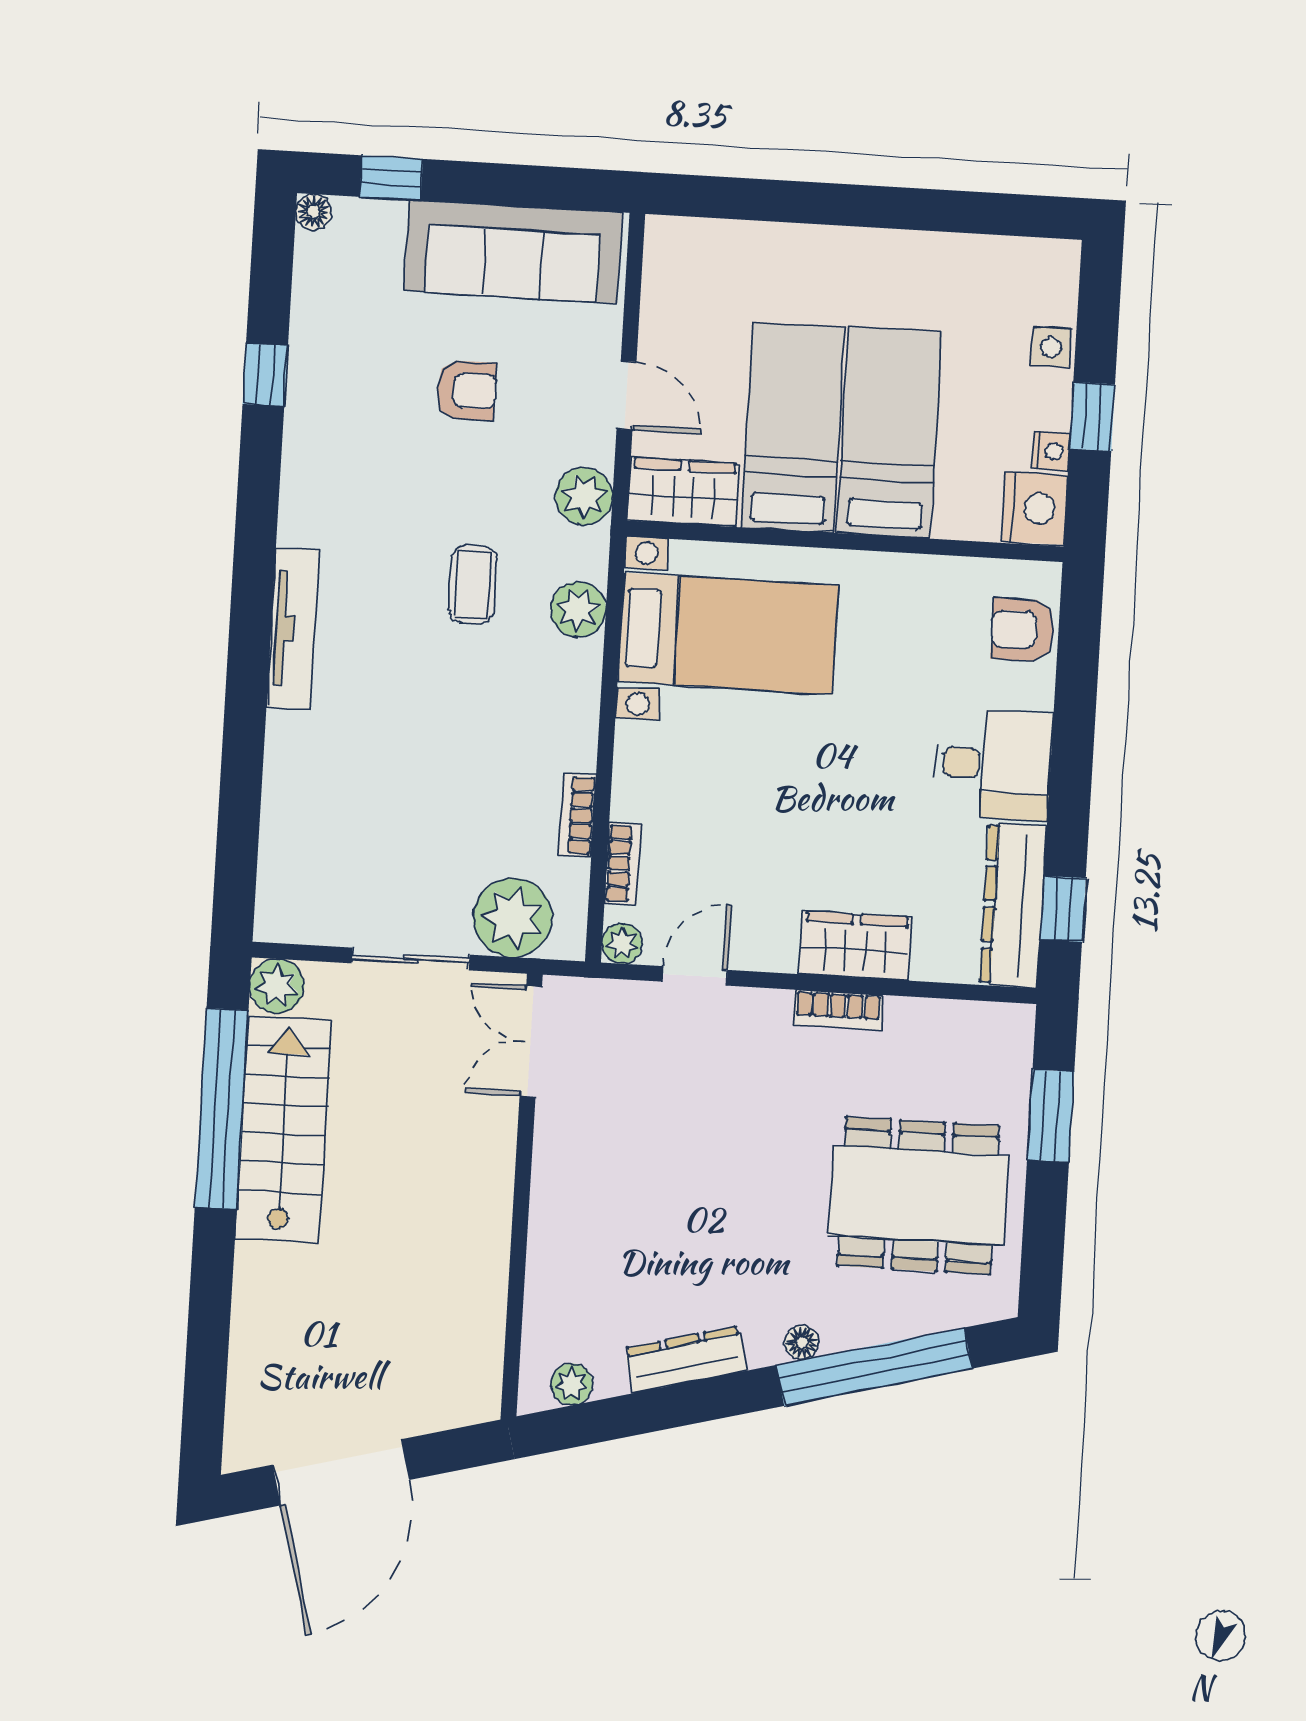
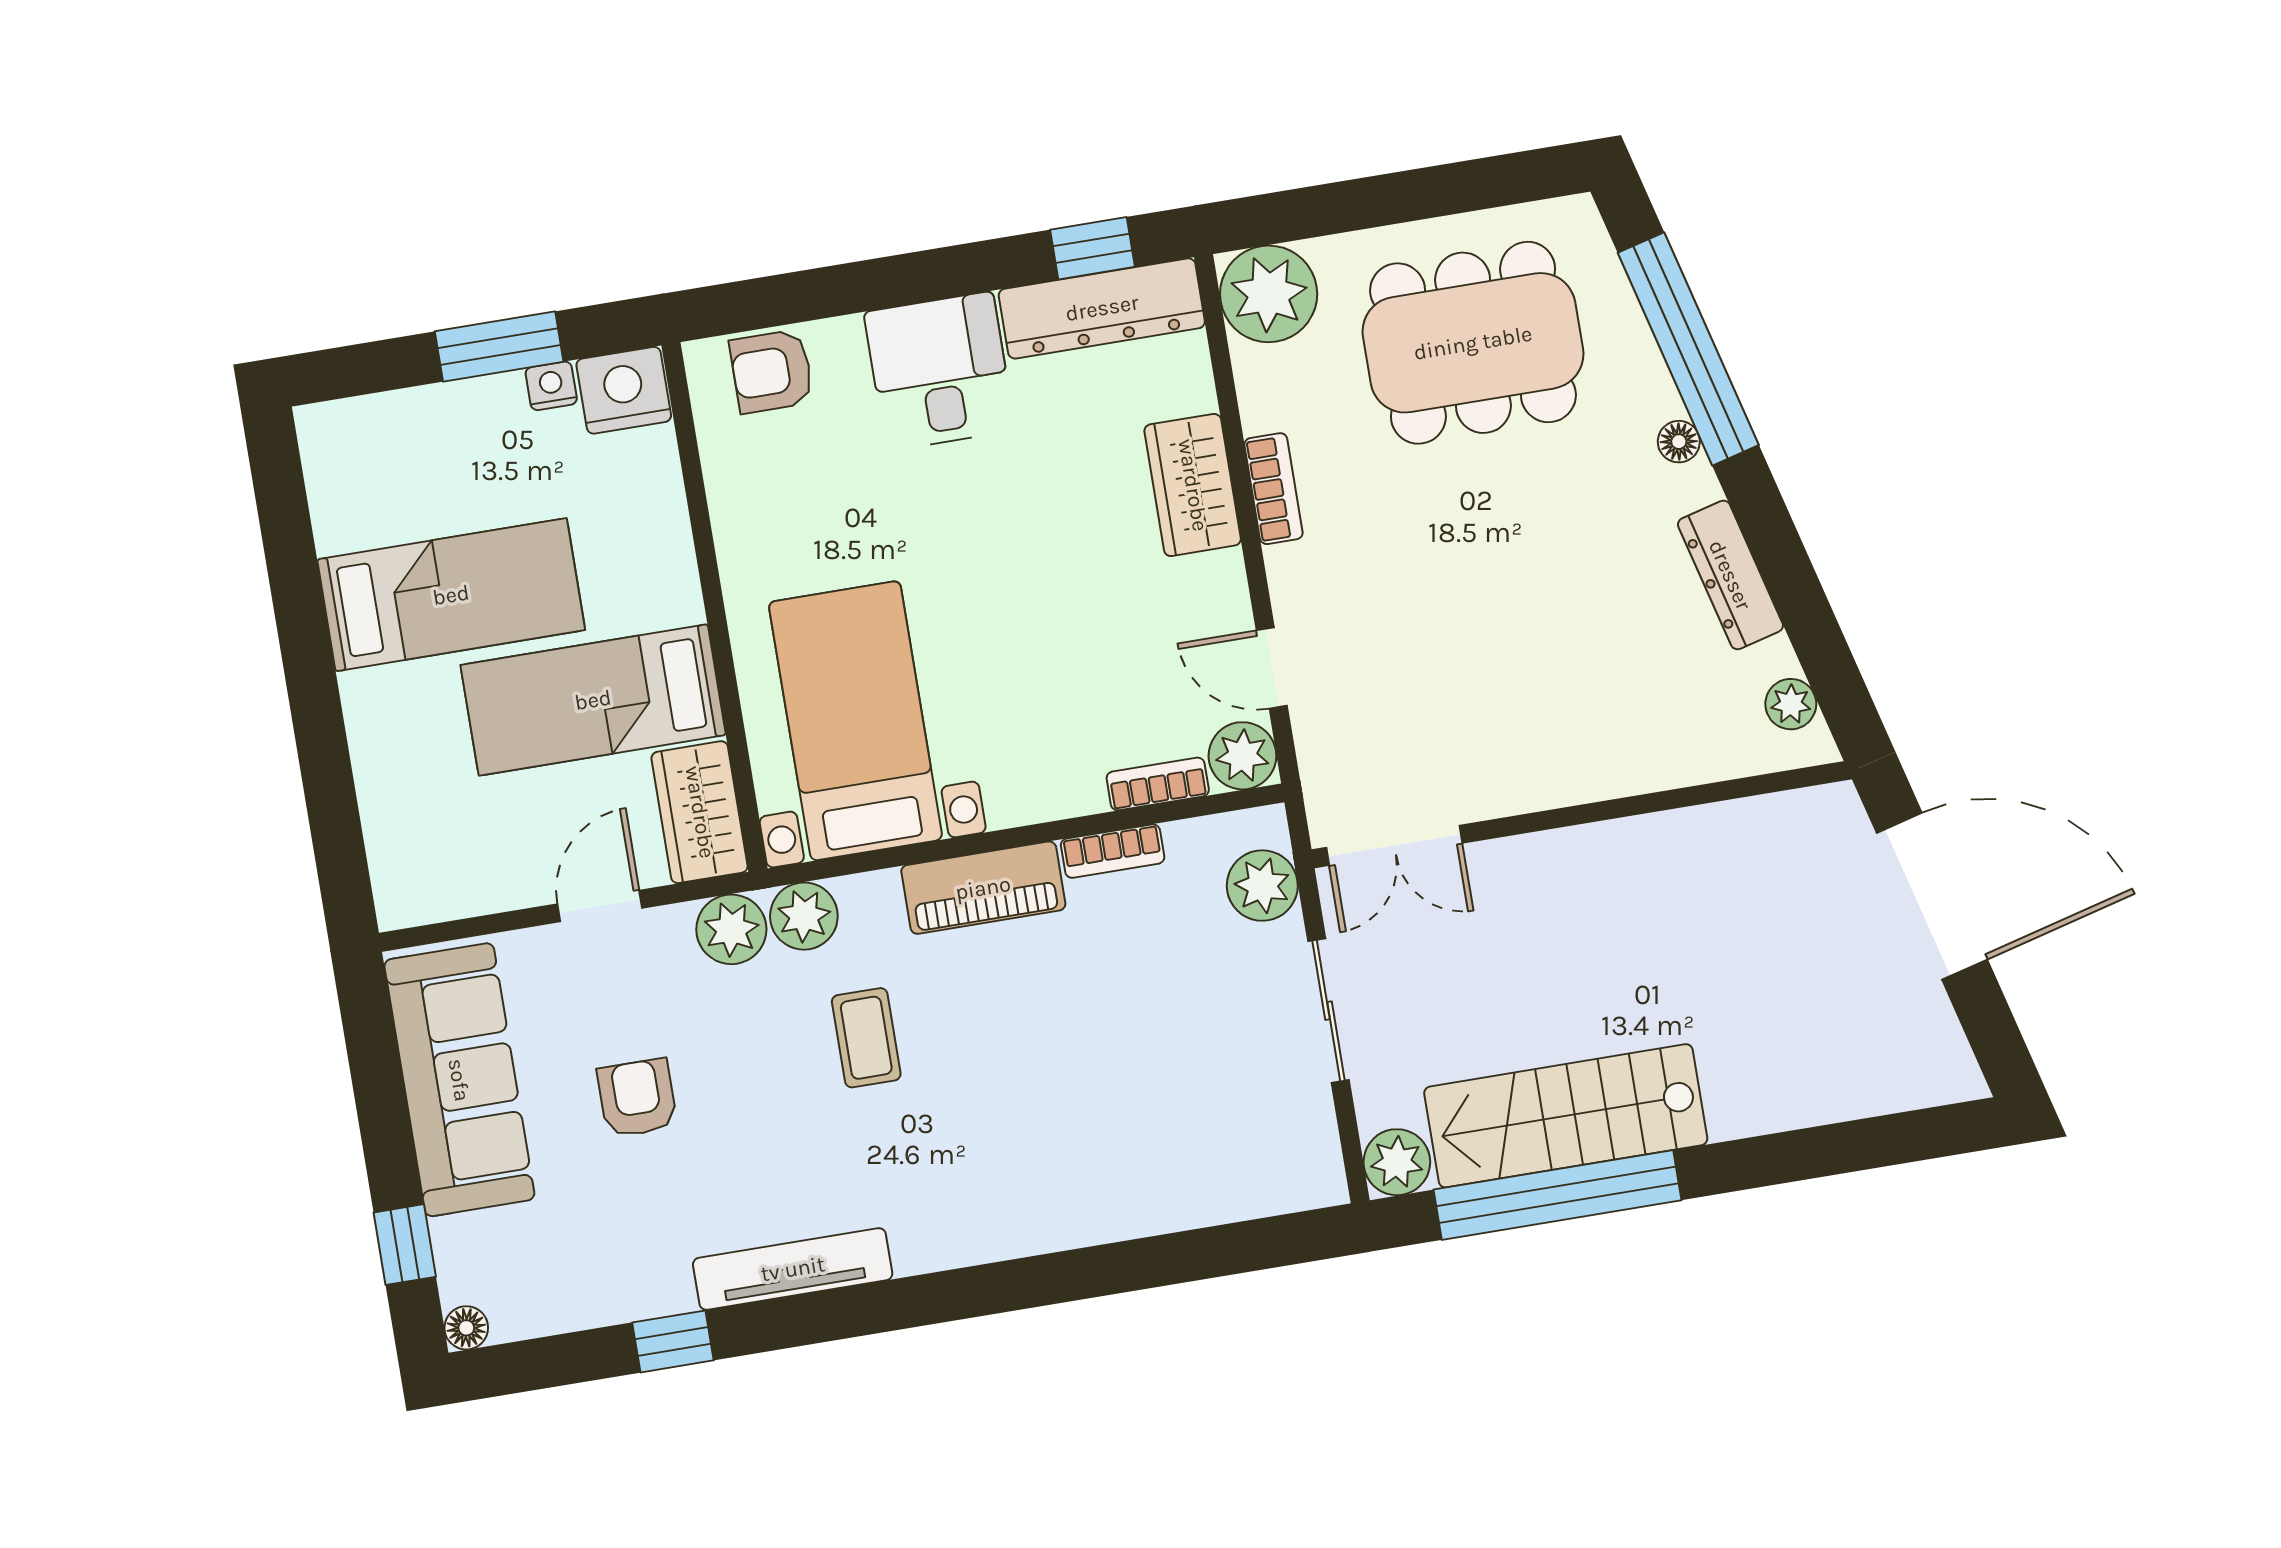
side table: (1051, 347) -> (428, 414), removed
window: (1092, 417) -> (499, 346), width x1.50
bed: (889, 432) -> (451, 595), moved, turned 180
coffee table: (473, 584) -> (866, 1038), turned 90
plant: (578, 610) -> (804, 916), moved
tv unit: (293, 628) -> (793, 1269), moved
armchair: (1023, 630) -> (772, 371), turned 90
piano: (572, 705) -> (983, 888), added
plant: (513, 918) -> (1262, 886), width x0.73, depth x0.73
plant: (622, 944) -> (1242, 756), width x1.38, depth x1.38
plant: (994, 1041) -> (1269, 294), added
window: (1051, 1116) -> (1342, 207), removed
dining table: (918, 1196) -> (1473, 343), turned 90
door: (341, 1472) -> (1932, 896), moved

